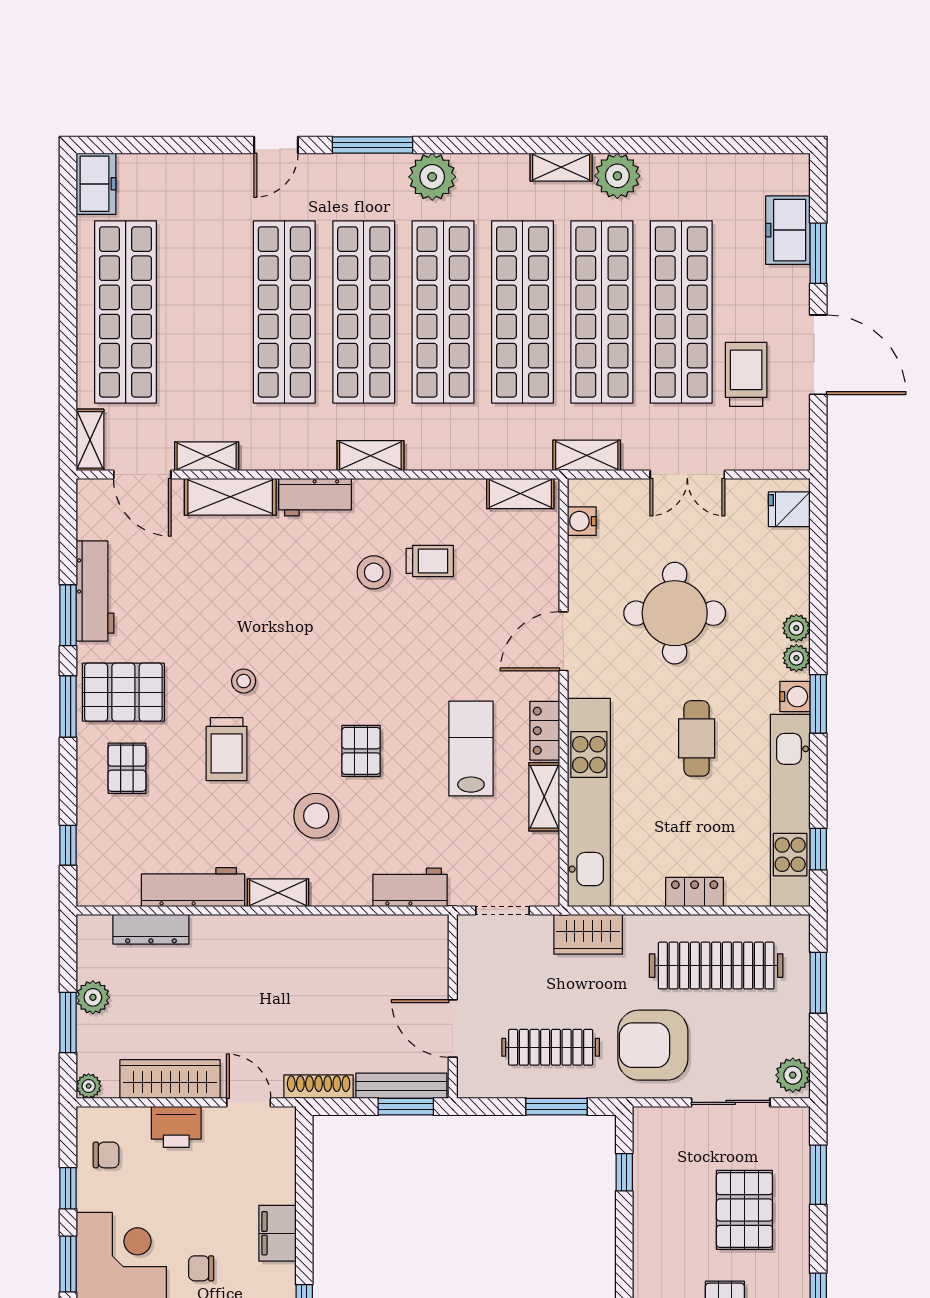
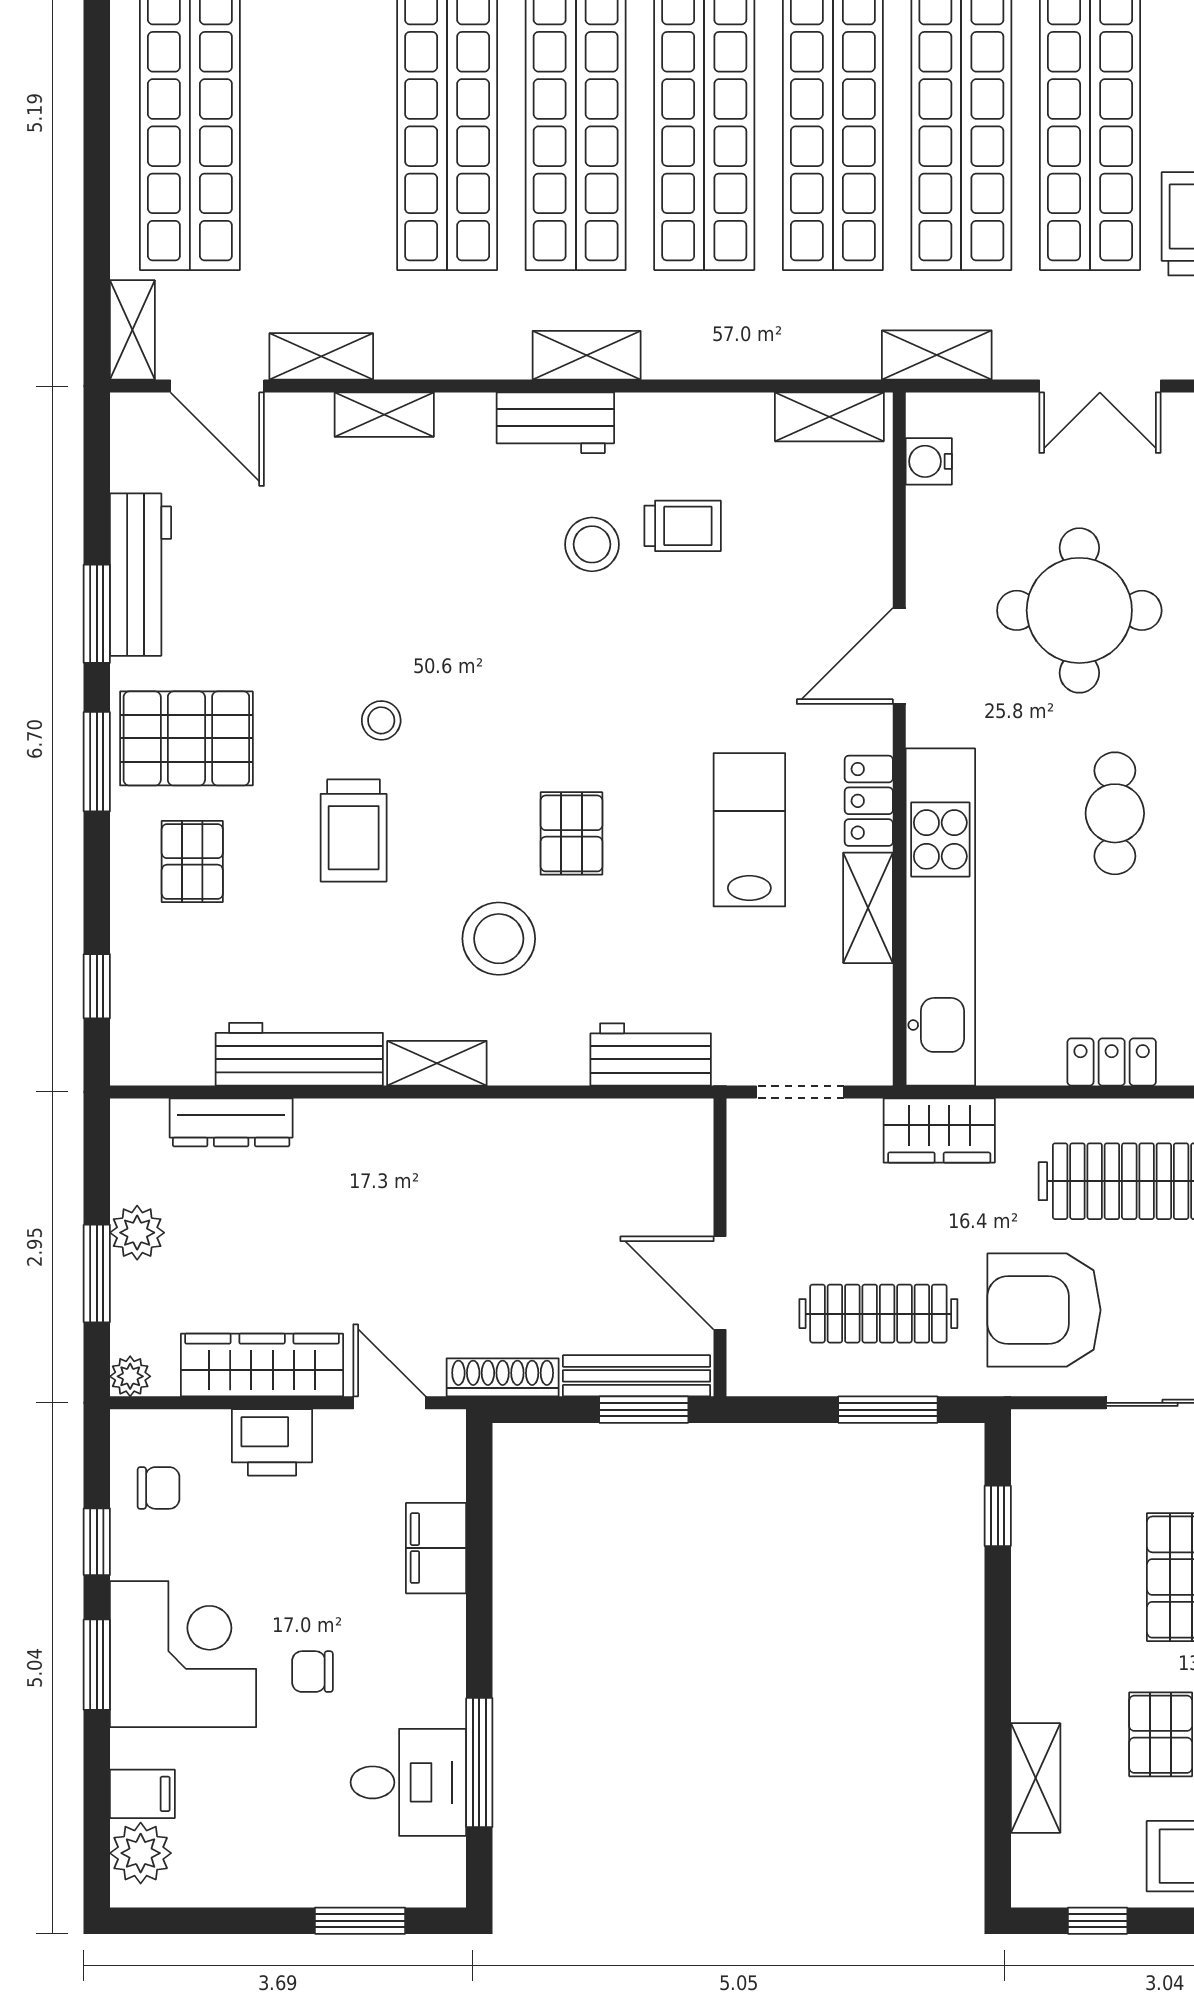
shelving: (230, 497) -> (384, 415), width x0.67, depth x0.75
workbench: (315, 497) -> (555, 423), moved
filing cabinet: (277, 1233) -> (436, 1548), moved

